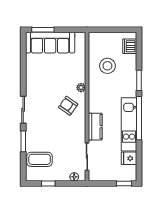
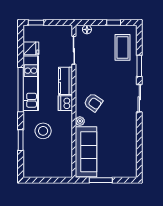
window: (43, 30) -> (101, 180), moved
sofa: (50, 43) -> (86, 152), moved, turned 90
dishwasher: (130, 46) -> (65, 103), moved, turned 180
stool: (107, 66) -> (43, 131), moved
window: (139, 80) -> (21, 140), moved
coffee table: (40, 159) -> (122, 47), turned 90

